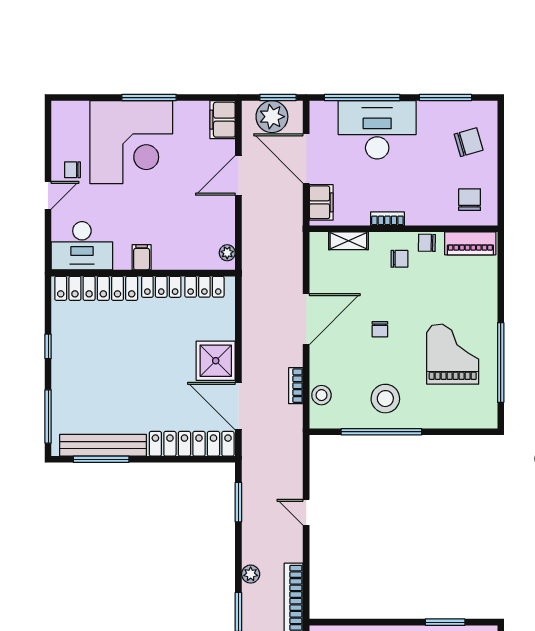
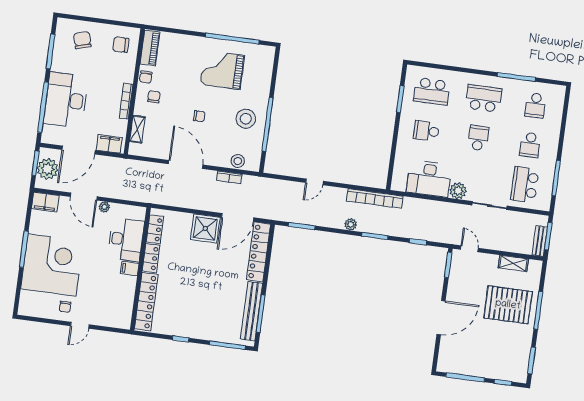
door: (48, 195) -> (80, 325), swing flipped
bookcase: (387, 219) -> (126, 101), width x1.56
desk: (82, 246) -> (126, 240), moved
plant: (227, 253) -> (104, 207), moved

